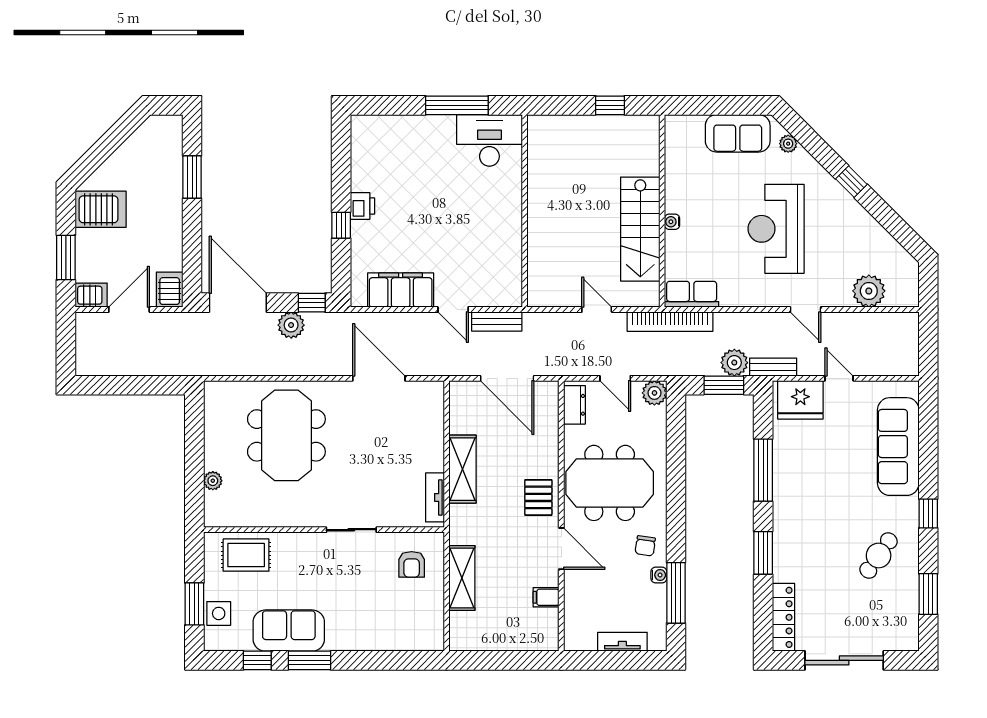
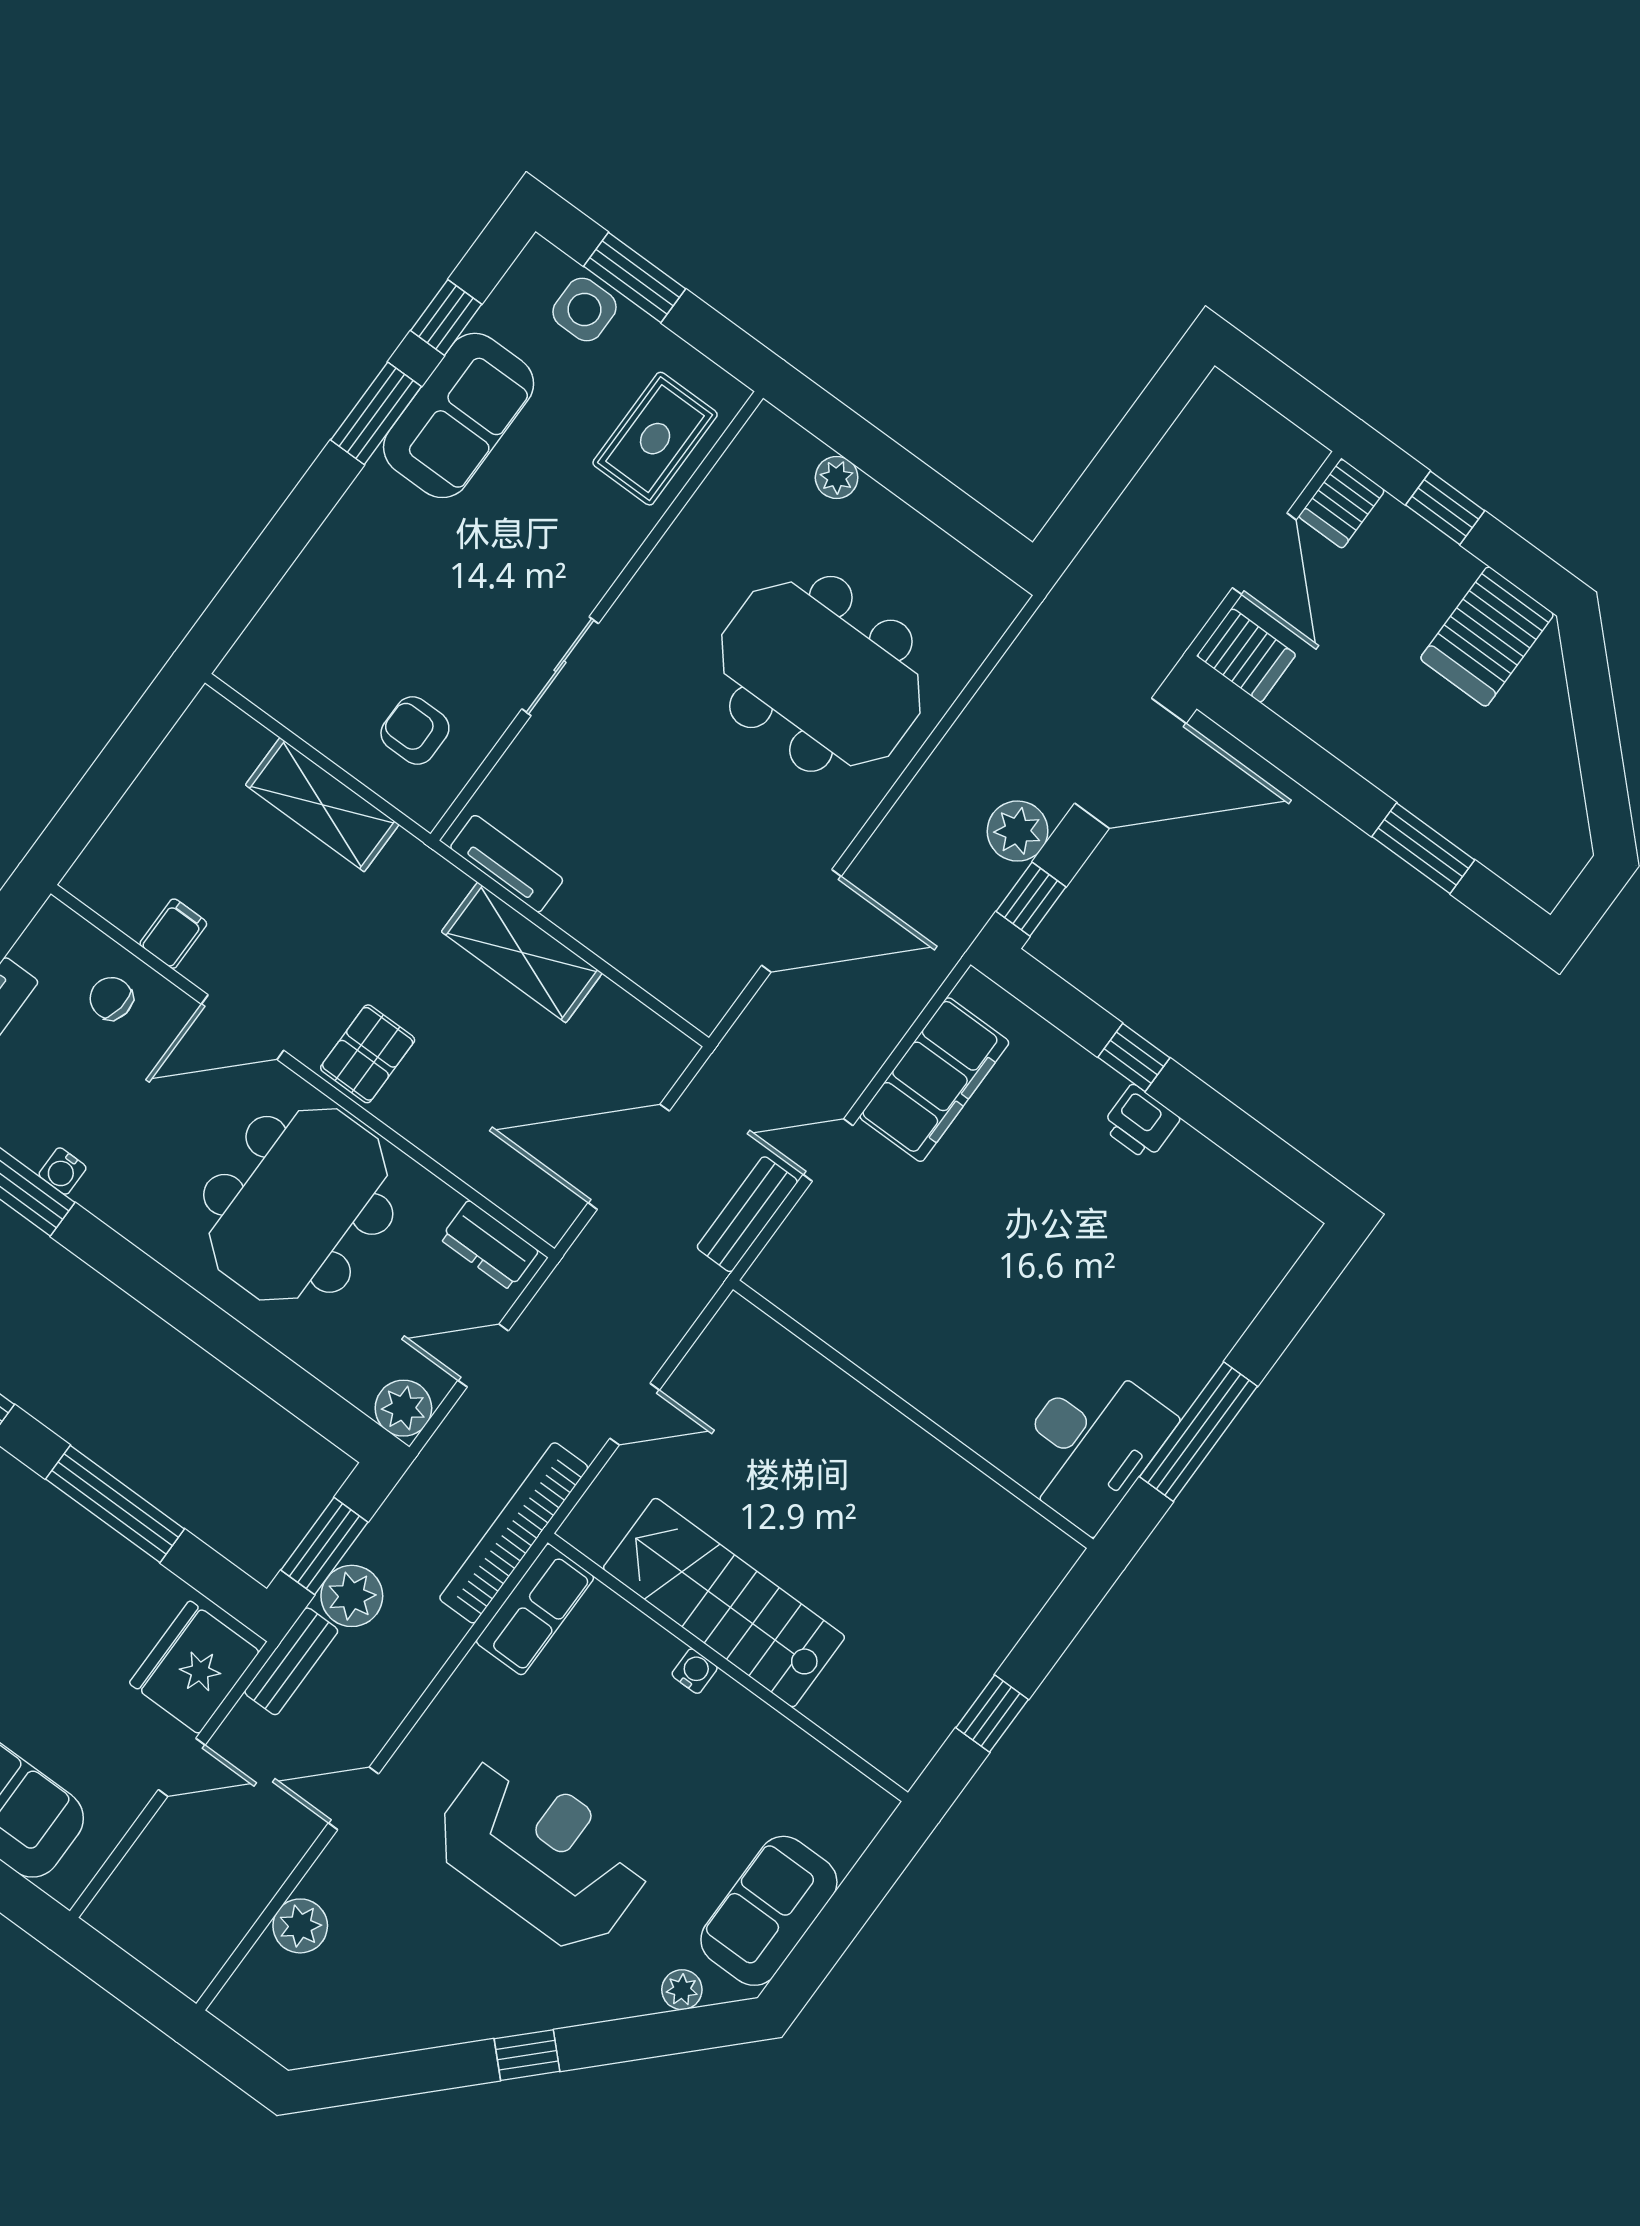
window: (66, 257) -> (1445, 508), width x0.67
plant: (869, 291) -> (300, 1926), width x0.73, depth x0.73
pallet: (538, 497) -> (368, 1054), turned 90
chair: (645, 546) -> (111, 998), moved

